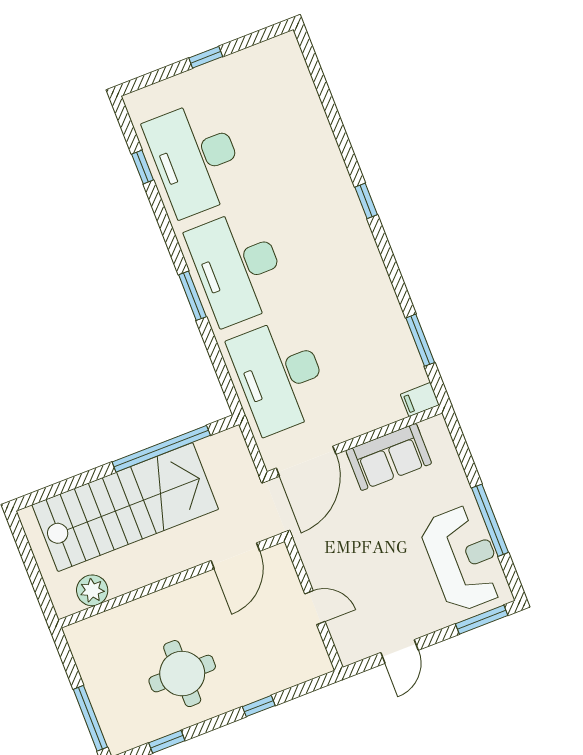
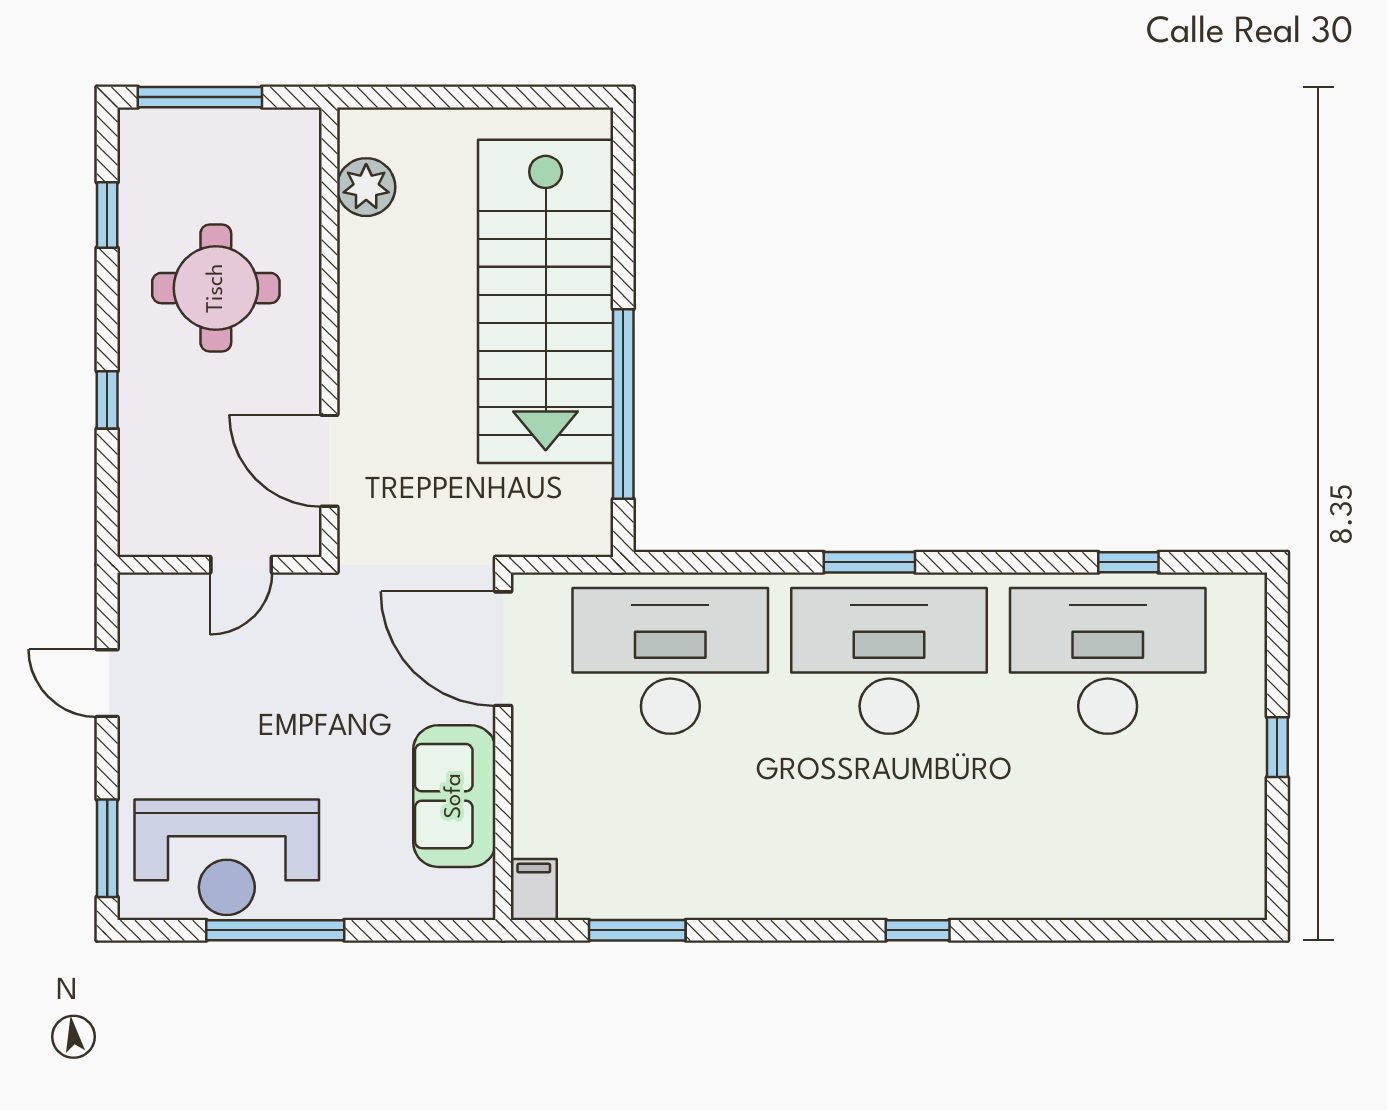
door: (235, 556) -> (329, 461), moved
wall: (171, 581) -> (329, 332), moved
plant: (92, 590) -> (366, 187), moved

